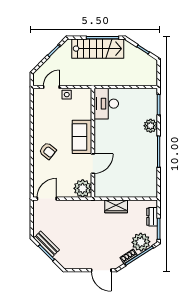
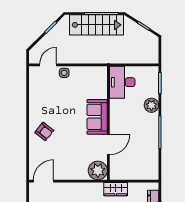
desk: (106, 104) -> (122, 82), moved
sofa: (82, 137) -> (97, 117), moved
wall: (93, 143) -> (108, 123), moved
door: (93, 164) -> (108, 145), moved
plant: (83, 188) -> (98, 170), moved

